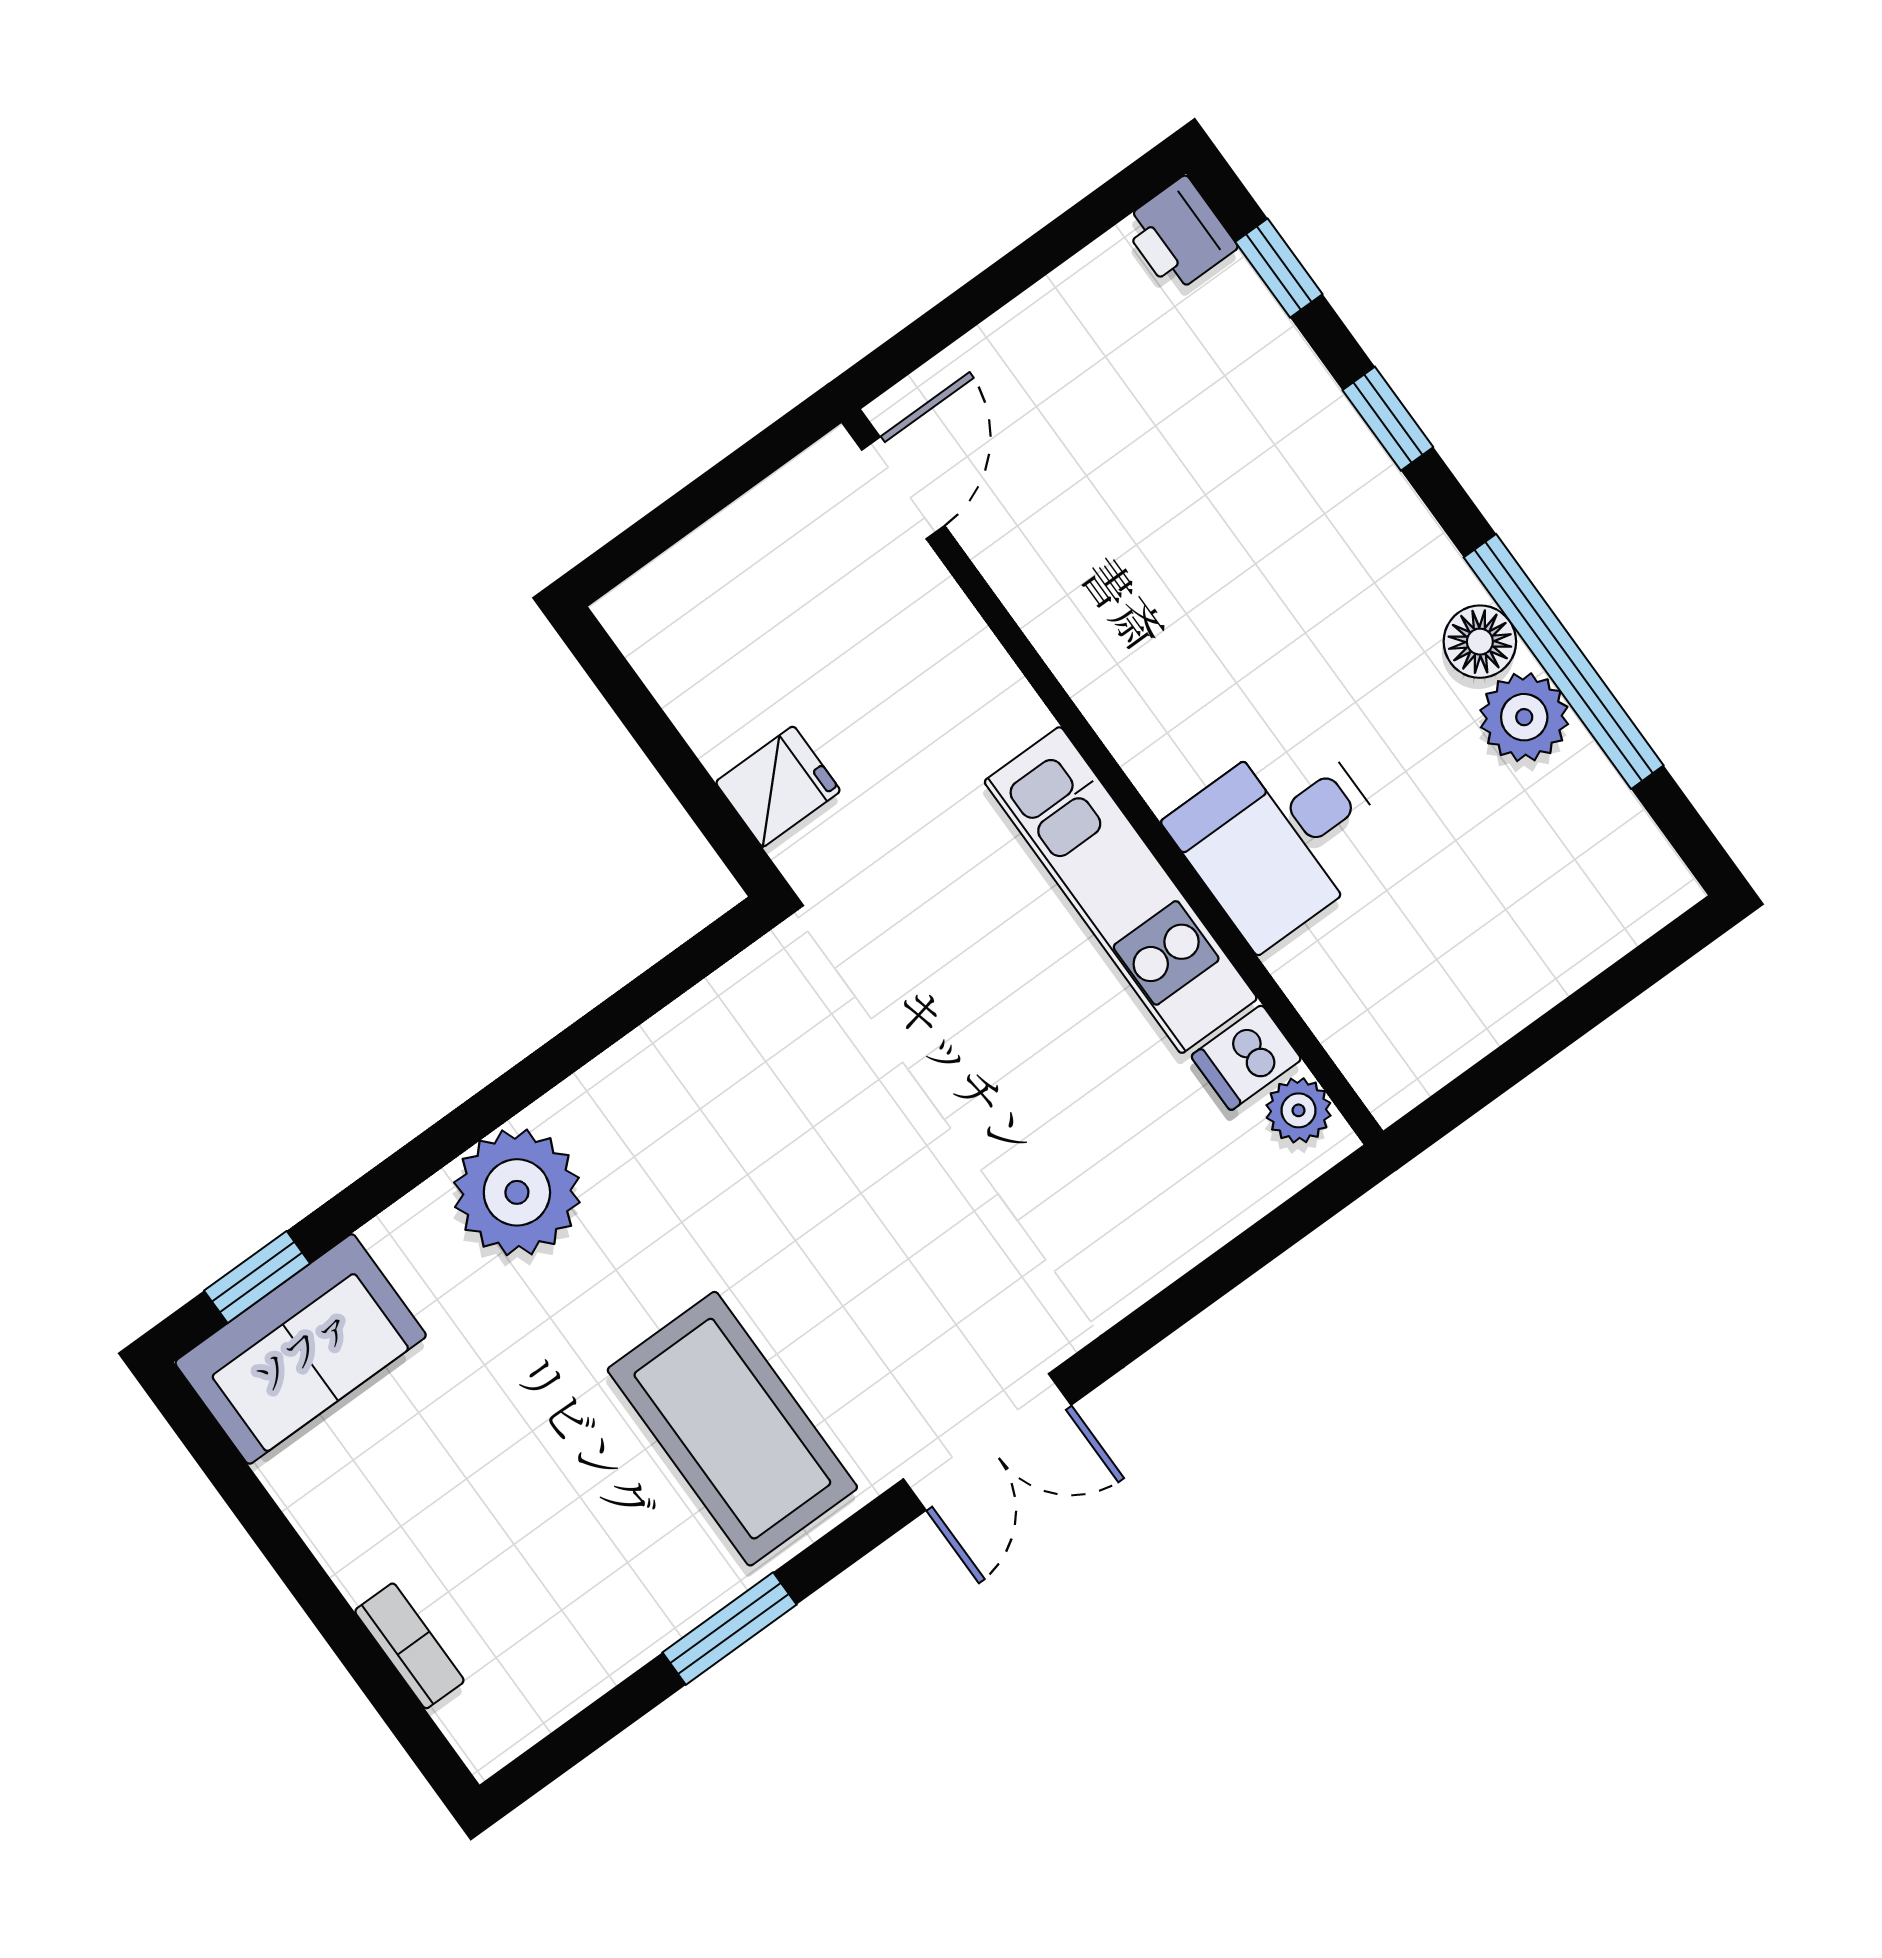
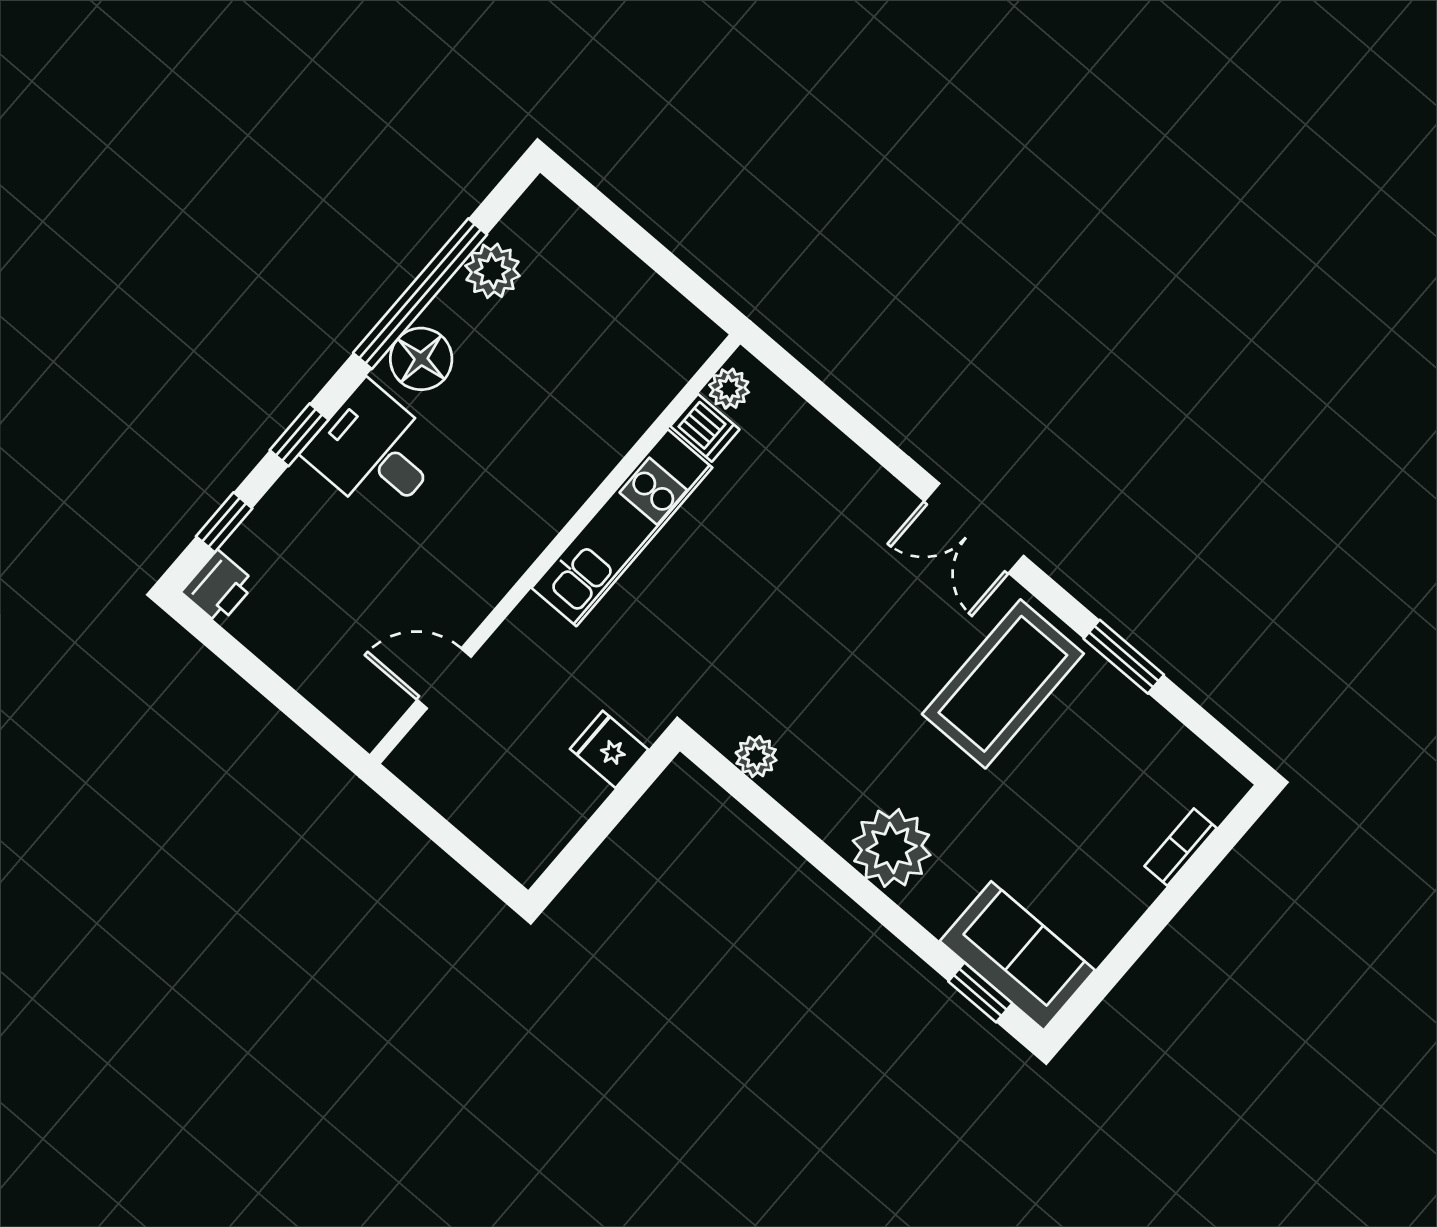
door: (903, 488) -> (444, 678), moved
floor lamp: (1480, 642) -> (421, 359), width x1.38, depth x1.38
plant: (1524, 717) -> (492, 271), moved
desk: (1281, 836) -> (375, 452), moved, turned 180
plant: (711, 1014) -> (756, 757), added
double door: (987, 1442) -> (974, 528), swing flipped

